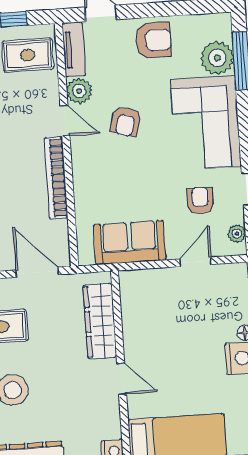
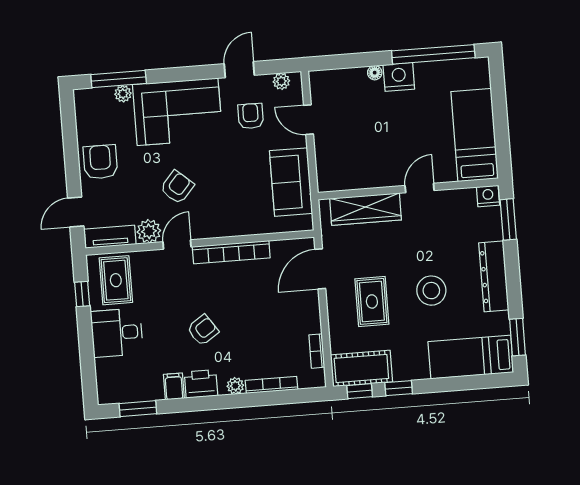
plant: (217, 58) -> (123, 94), width x0.53, depth x0.53
armchair: (126, 121) -> (177, 187), turned -65
armchair: (200, 200) -> (251, 116), turned 90

